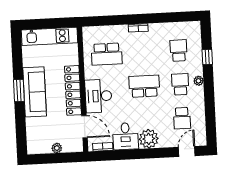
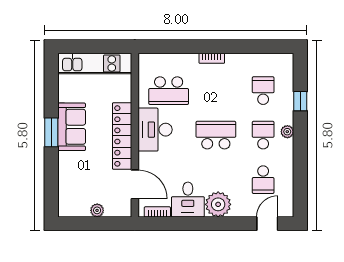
sofa: (35, 92) -> (72, 127), width x0.73
desk: (98, 96) -> (155, 130), moved

